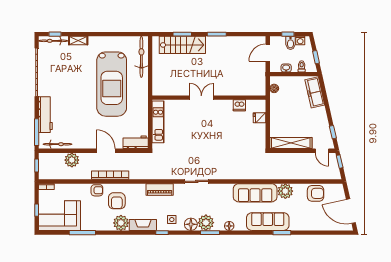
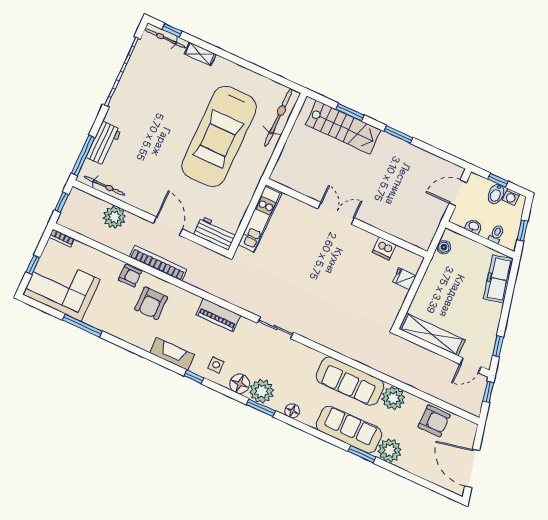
workbench: (45, 115) -> (104, 143), width x0.73
door: (322, 151) -> (471, 365), hinge flipped
plant: (121, 223) -> (390, 450), moved

